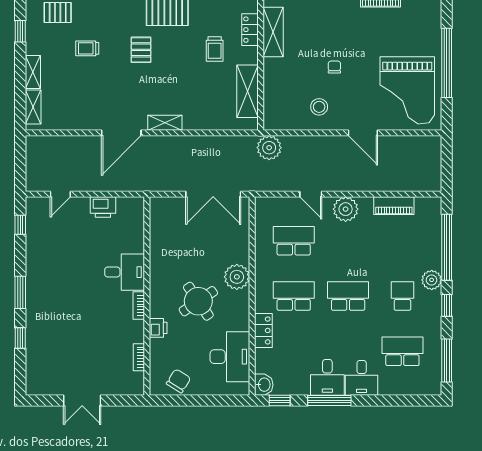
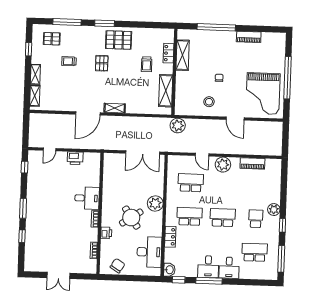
window: (447, 247) -> (284, 190), removed

